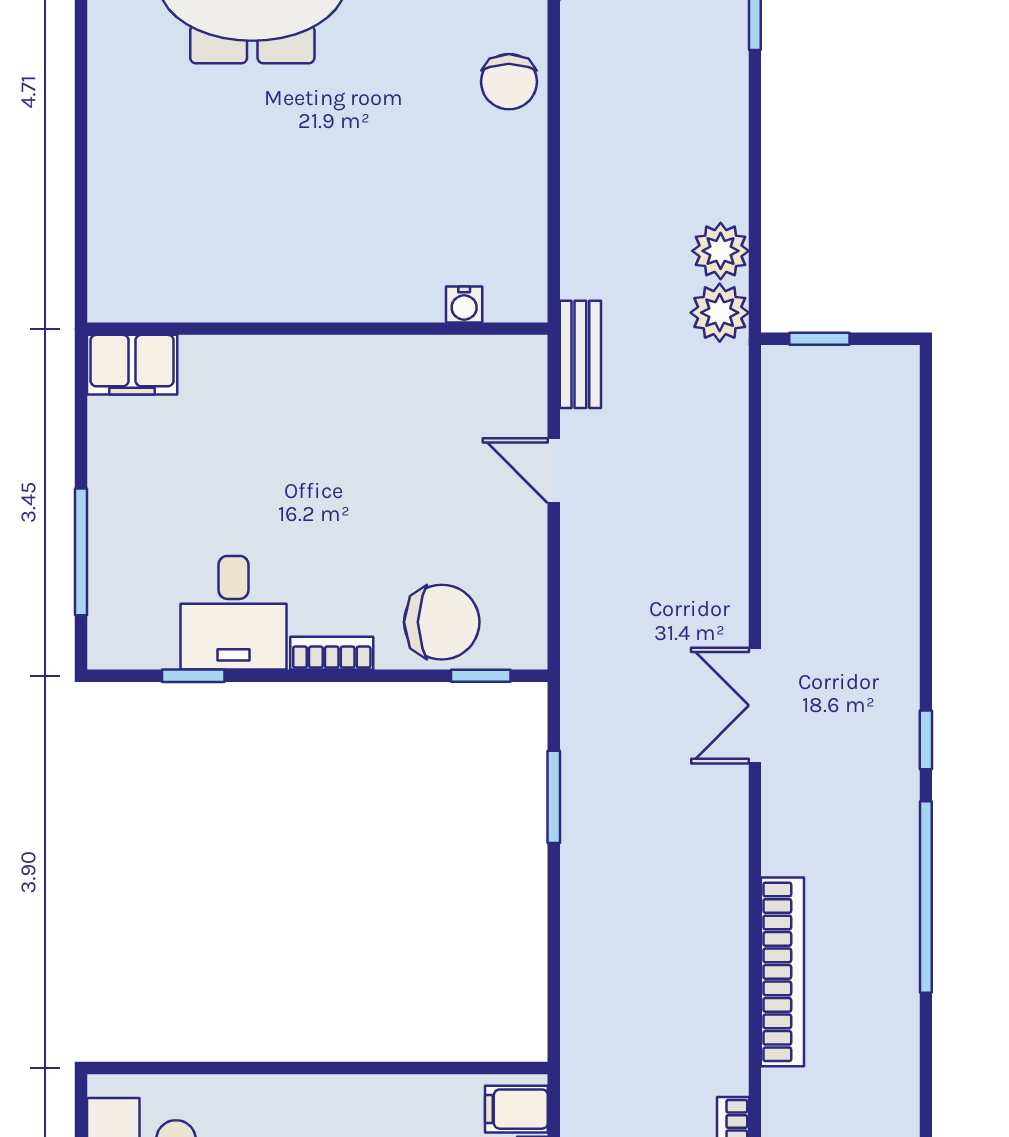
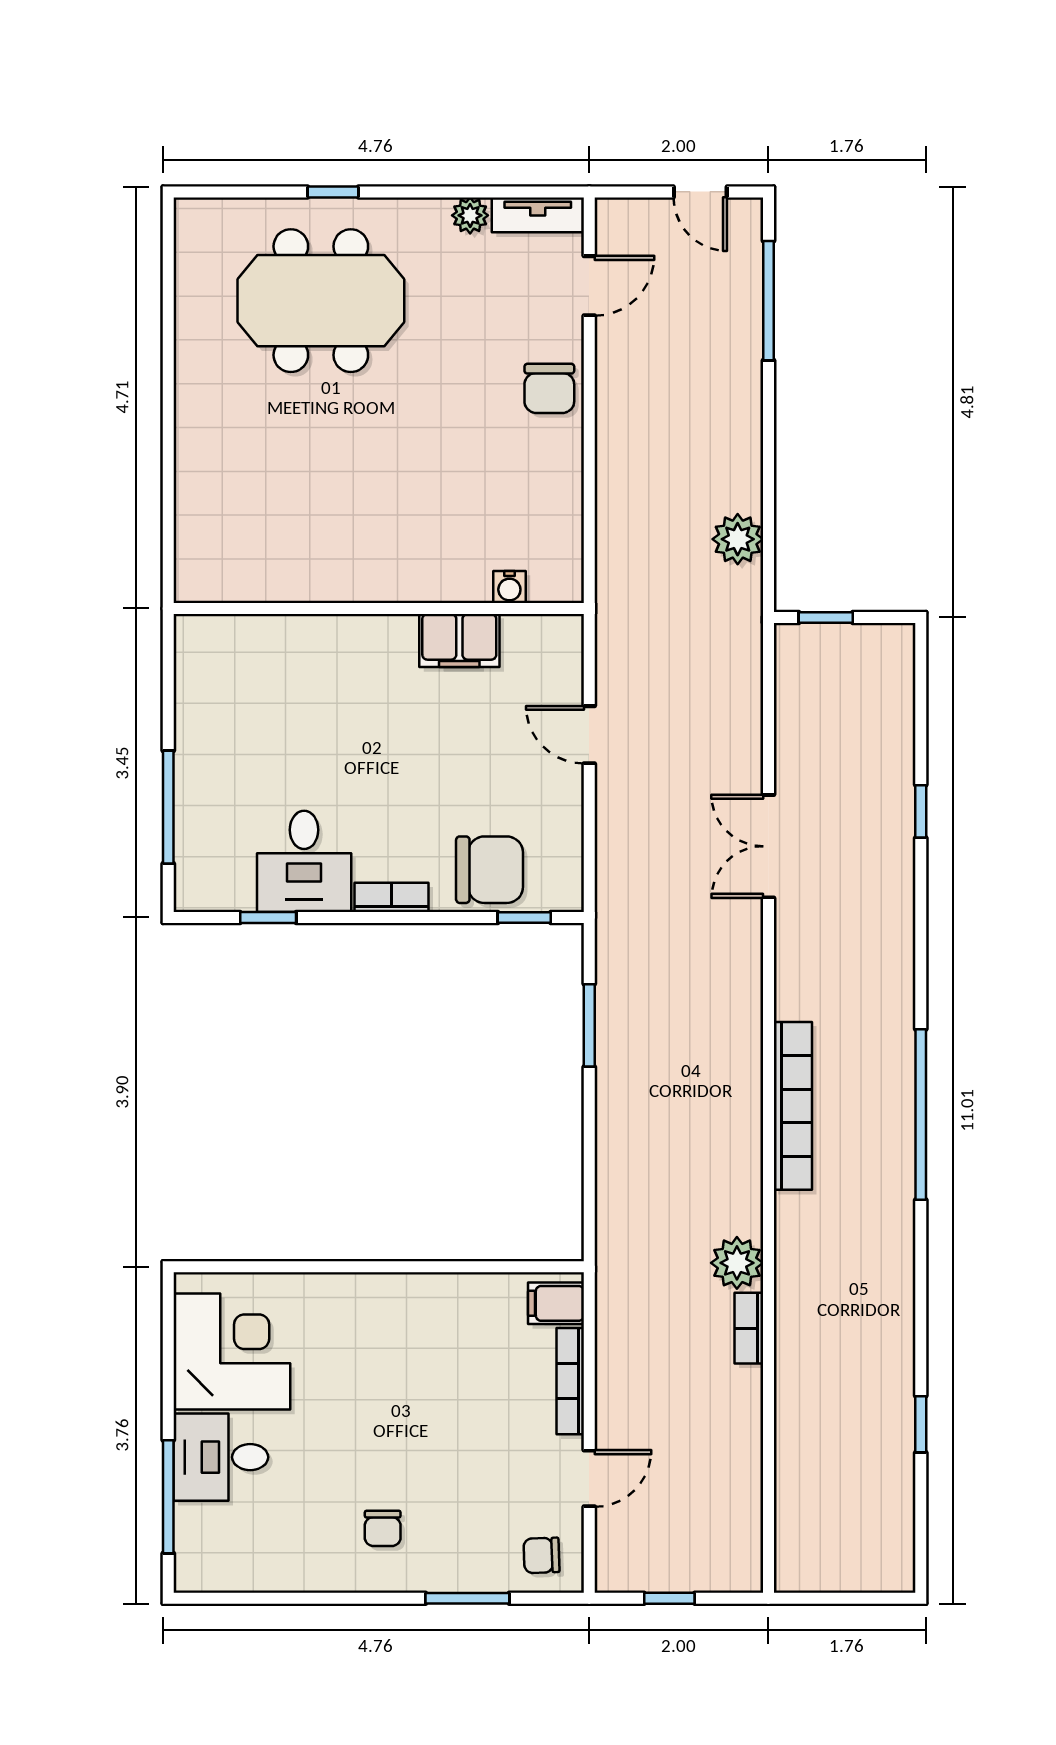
plant: (720, 313) -> (737, 1263), moved
bench: (580, 354) -> (613, 631), removed
filing cabinet: (132, 365) -> (459, 641), moved
double door: (755, 705) -> (768, 846), moved
window: (926, 740) -> (921, 811), moved
bookcase: (782, 972) -> (793, 1106), moved

